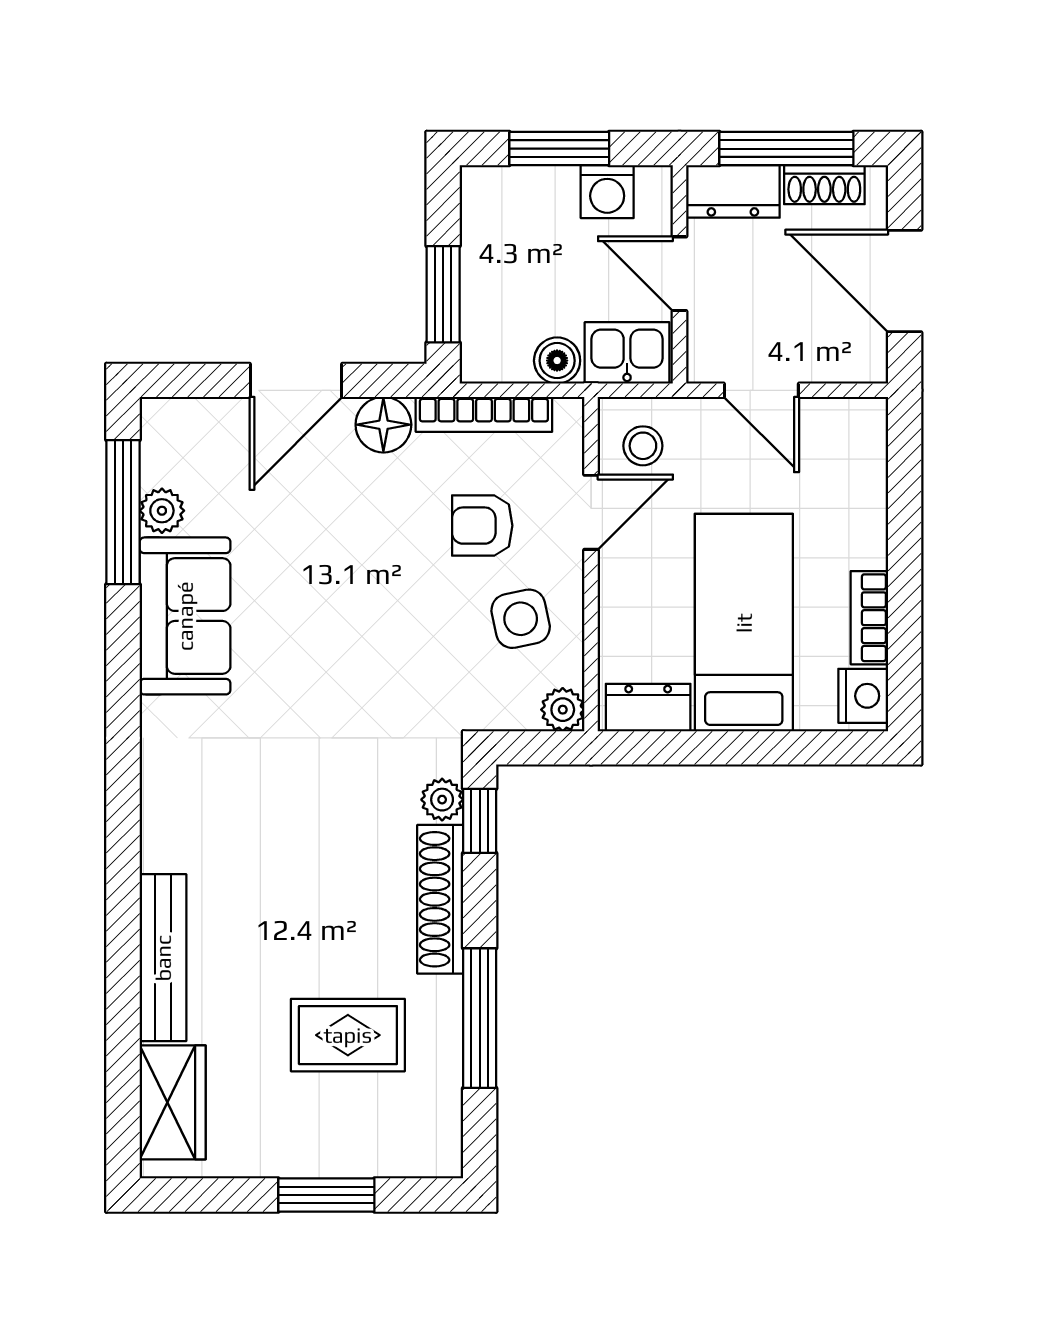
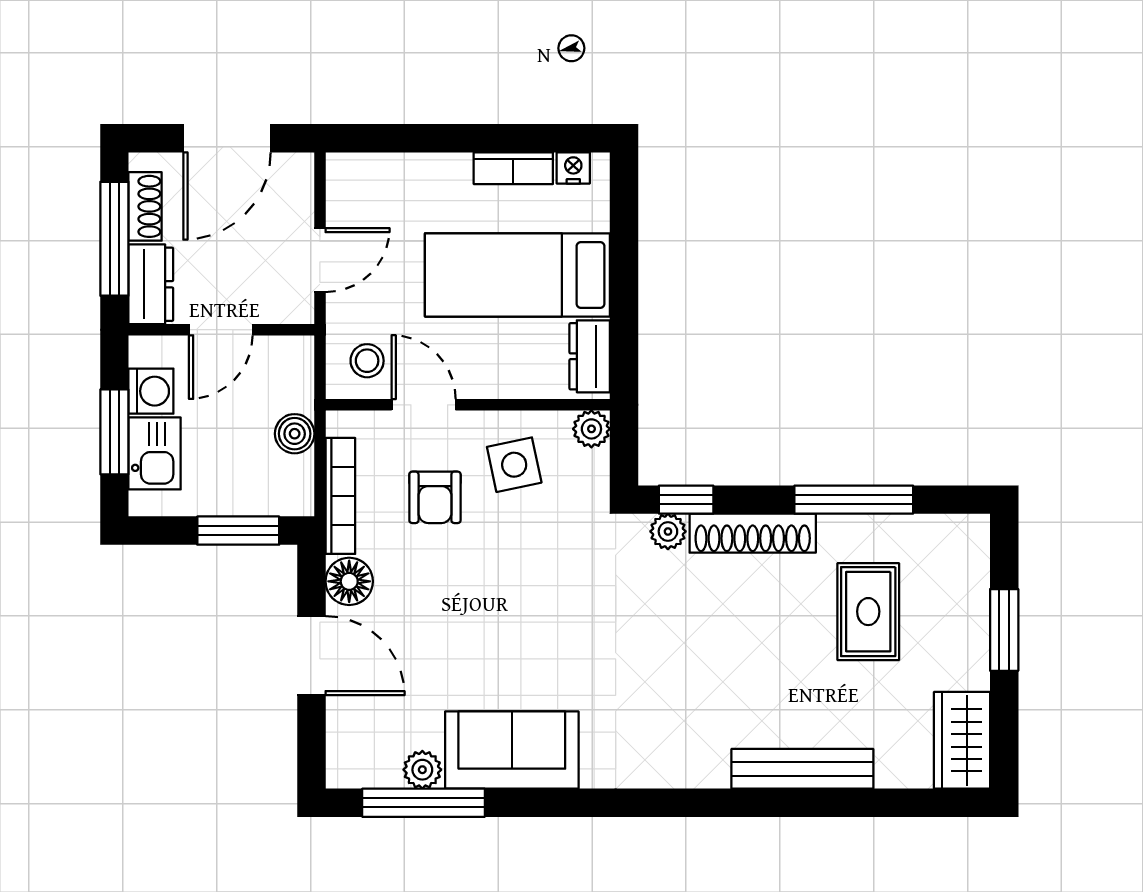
kitchen sink: (627, 353) -> (155, 453), moved, turned 180
nightstand: (863, 696) -> (573, 168), width x0.72, depth x0.74
wardrobe: (173, 1102) -> (962, 740), moved, turned -90

